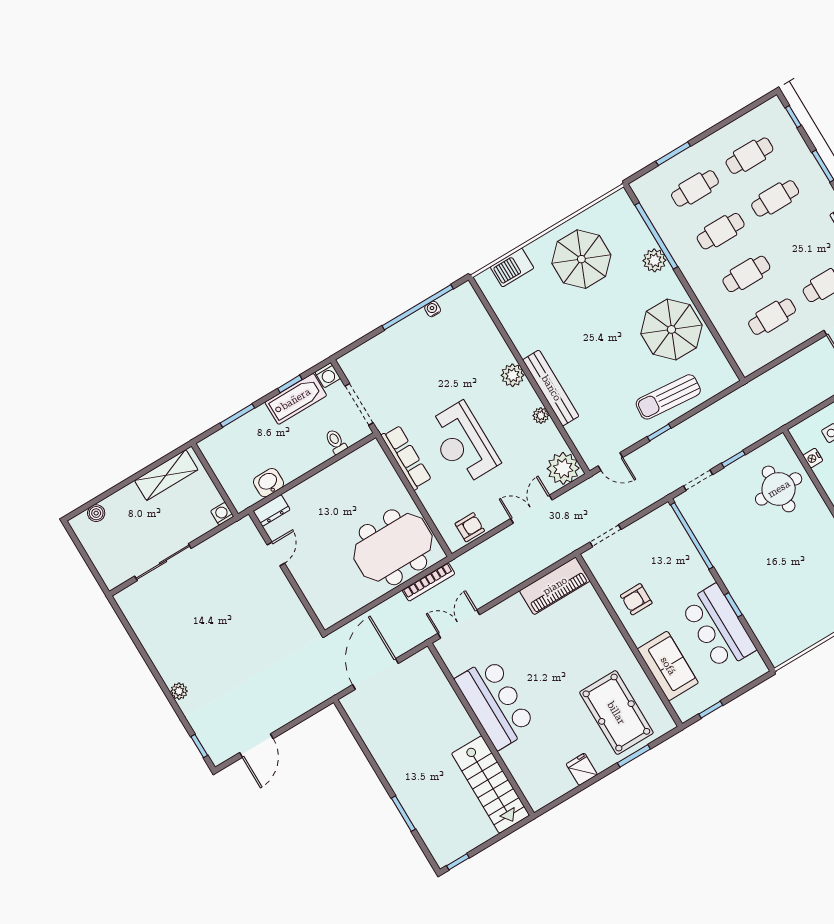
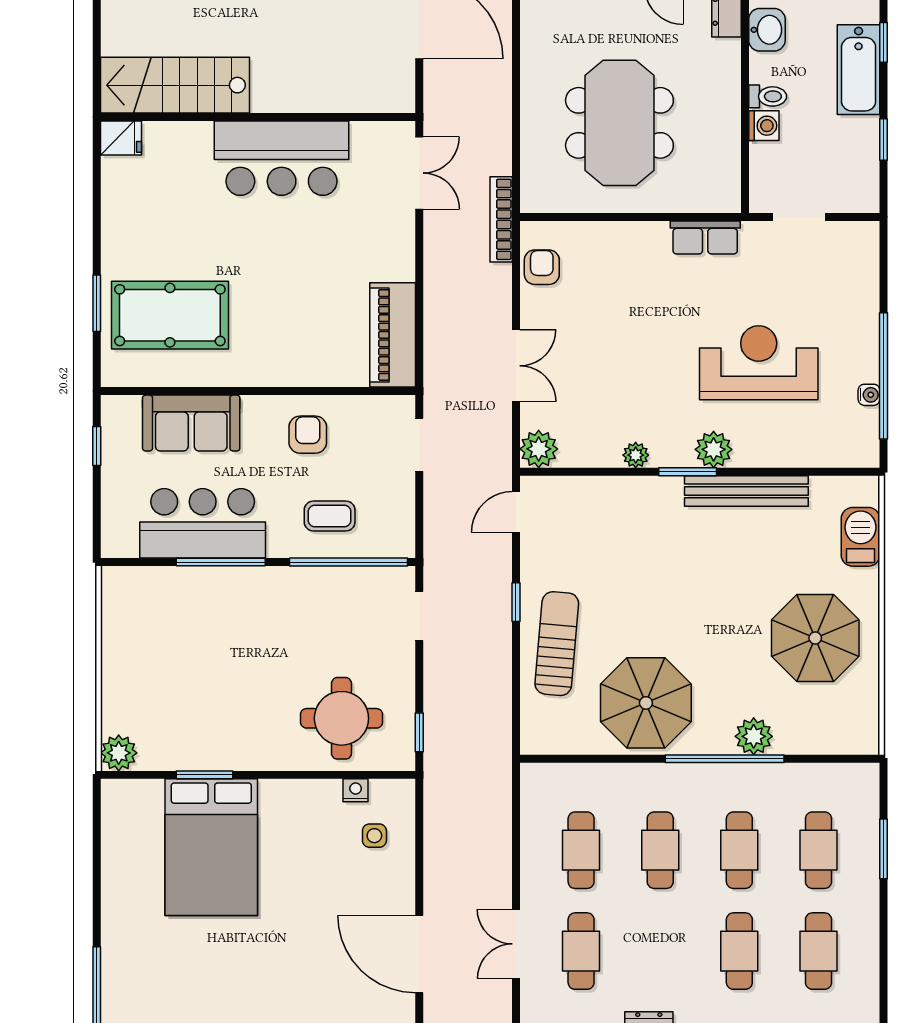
window: (656, 236) -> (725, 759), moved
washing machine: (328, 375) -> (764, 126), moved, turned 180
window: (533, 382) -> (688, 472), added
bench: (551, 388) -> (746, 491), moved
bathtub: (296, 399) -> (859, 70), moved
doorway: (359, 404) -> (799, 217), width x0.73
window: (237, 416) -> (884, 42), width x0.67
toilet: (336, 442) -> (768, 96), moved
reception desk: (463, 443) -> (759, 363), moved
row of seats: (406, 458) -> (705, 238), width x0.68
window: (733, 459) -> (419, 732), moved
plant: (563, 468) -> (539, 449), width x0.73, depth x0.73
armchair: (470, 527) -> (542, 267), turned 180
meeting table: (393, 547) -> (619, 123), moved
coffee table: (673, 561) -> (330, 516), added
bookcase: (428, 582) -> (501, 219), moved
window: (733, 605) -> (221, 562), width x2.17
fridge: (582, 769) -> (121, 138), moved

